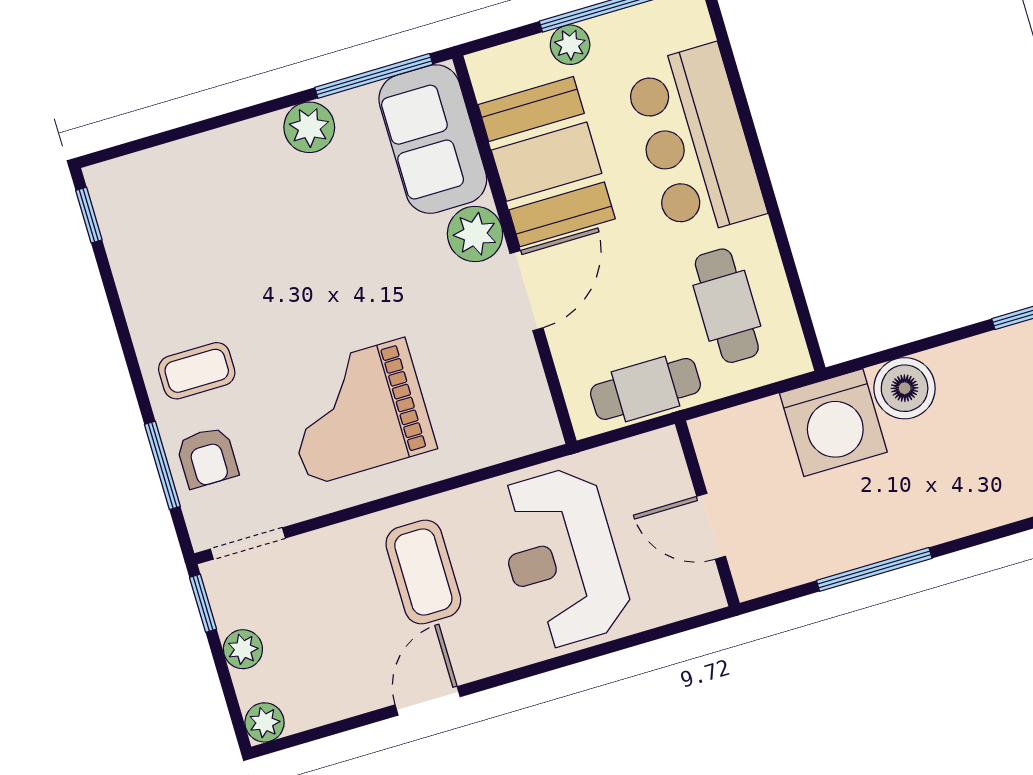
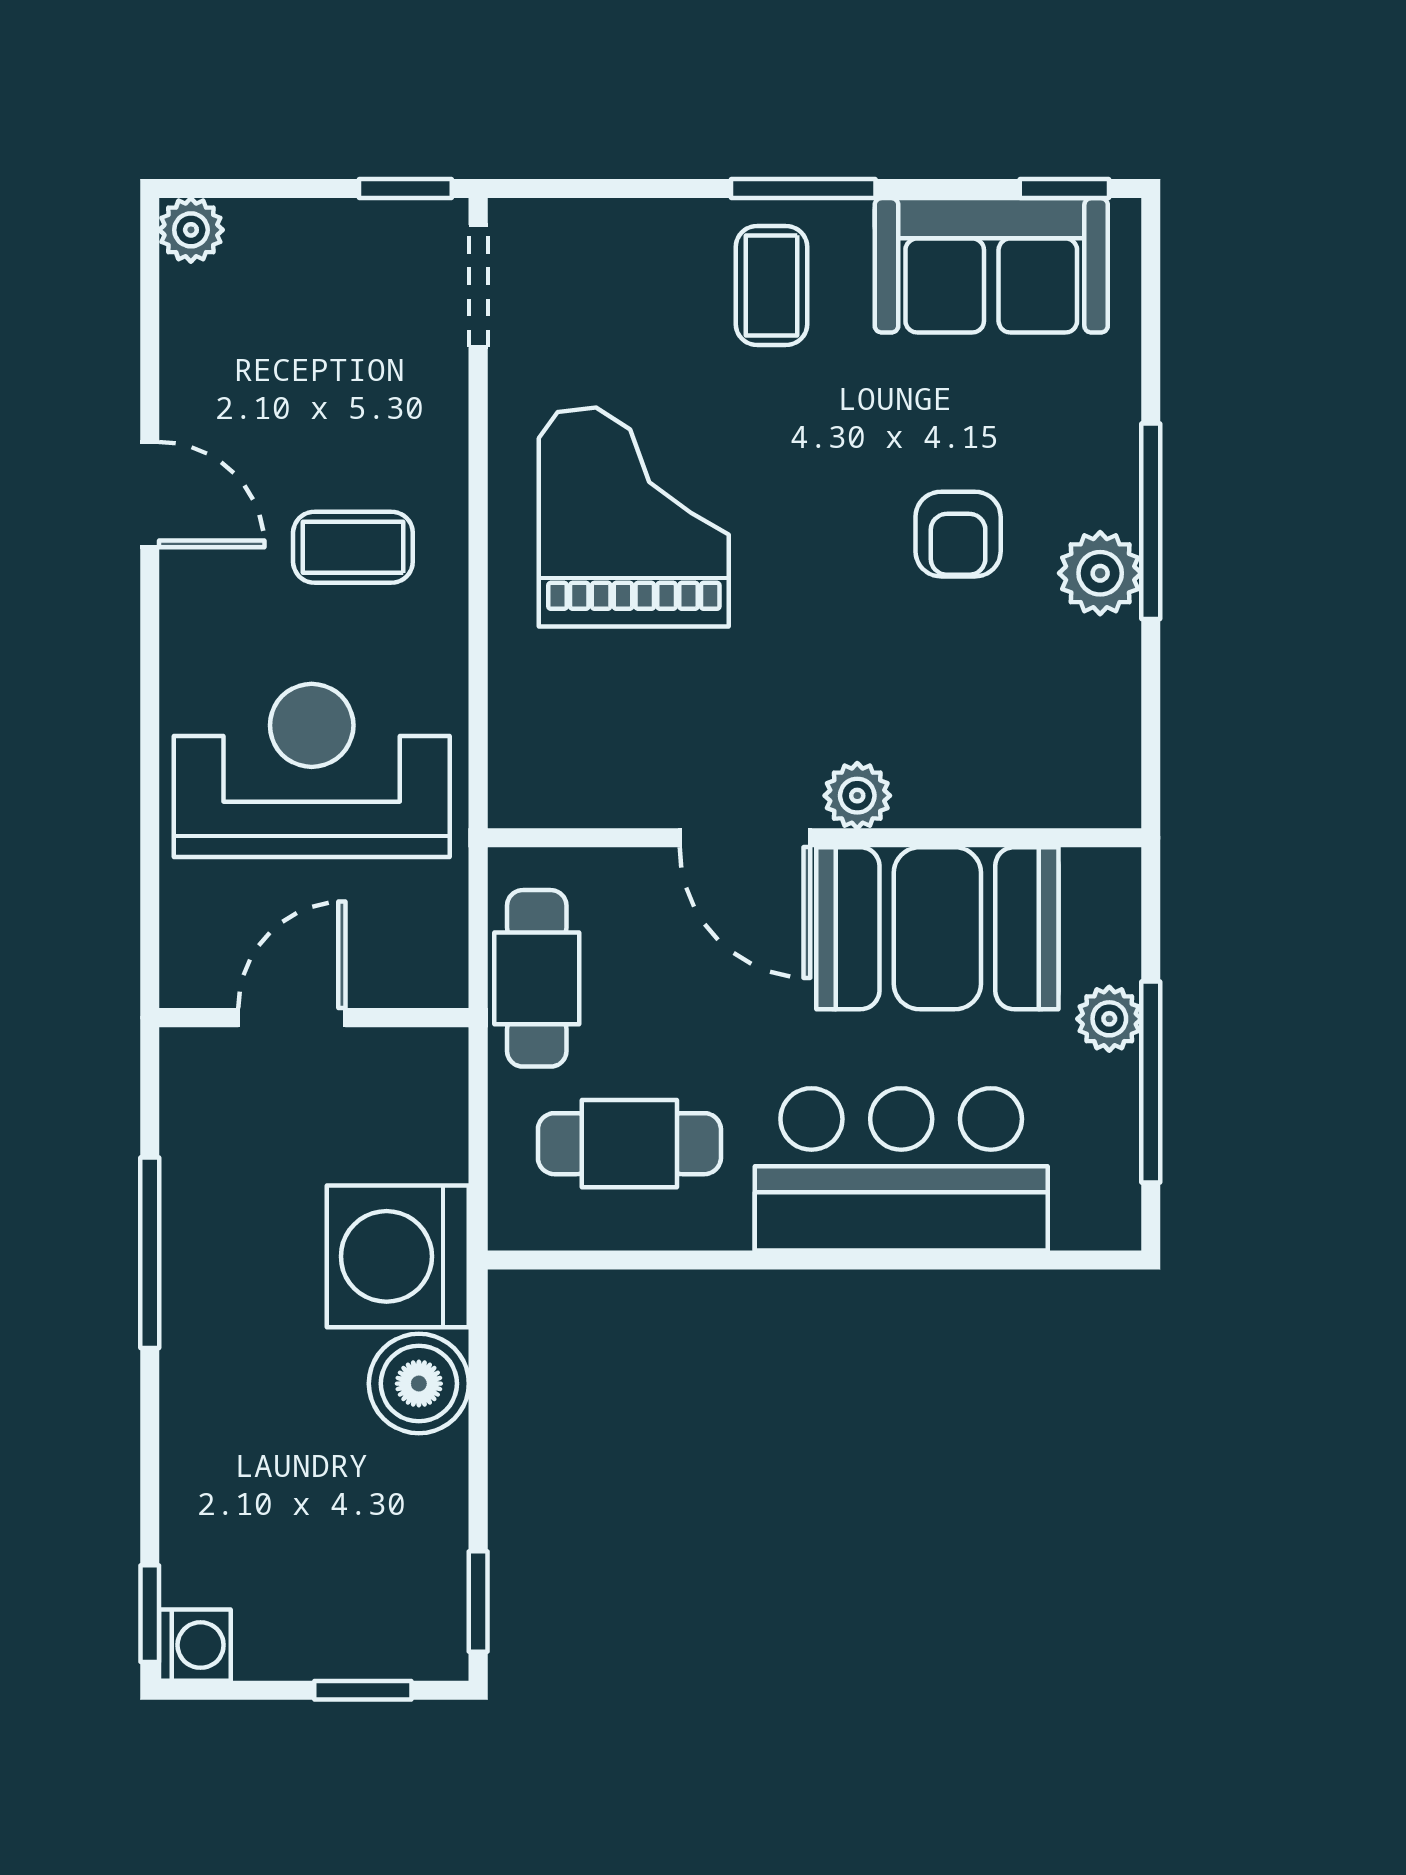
window: (374, 76) -> (1151, 521), moved
sofa: (433, 139) -> (991, 265), moved, turned 180
plant: (475, 234) -> (857, 796), width x0.73, depth x0.73
armchair: (207, 457) -> (958, 534), moved, turned -90
window: (162, 465) -> (803, 189), moved
coffee table: (423, 572) -> (353, 547), width x0.73, depth x0.77
plant: (243, 649) -> (315, 230), removed

